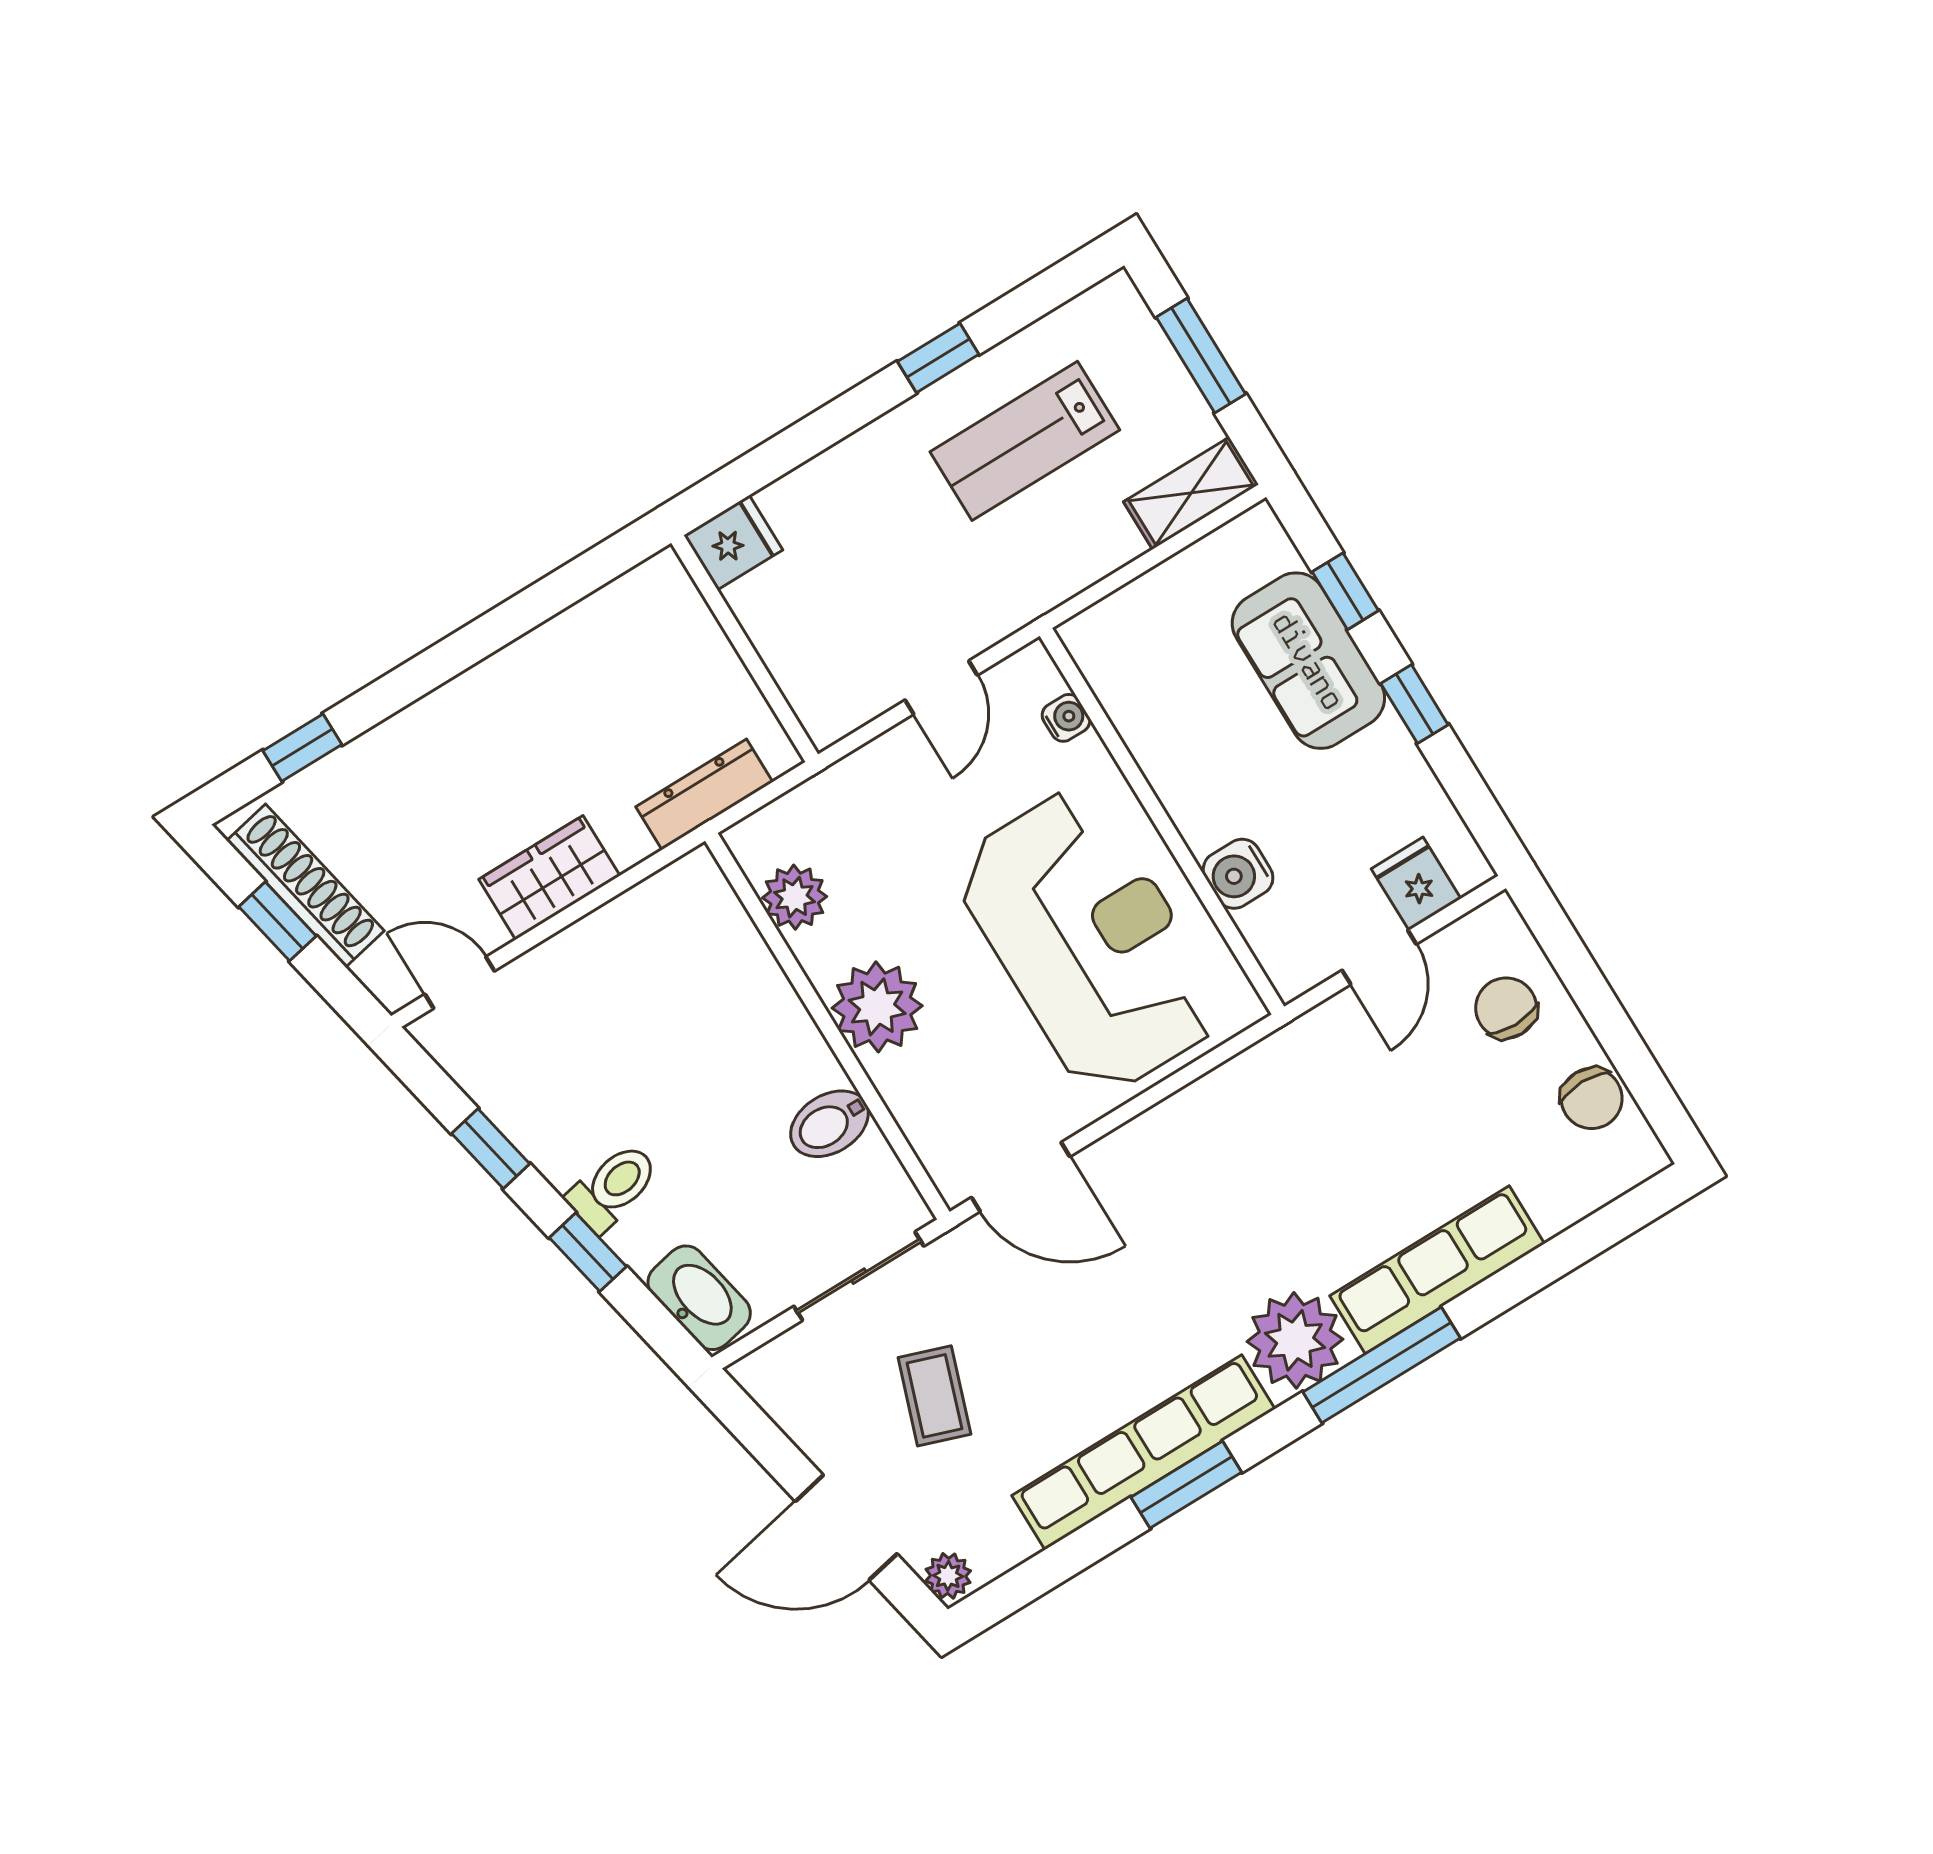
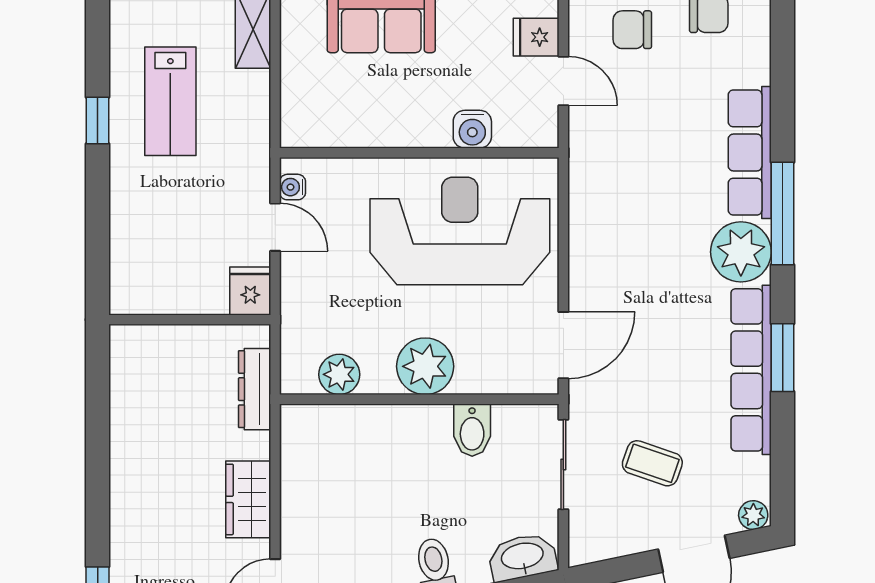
fridge: (733, 543) -> (250, 291), moved
water cooler: (1066, 718) -> (293, 187), moved, turned -90

